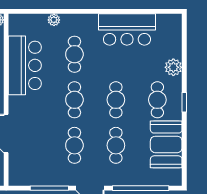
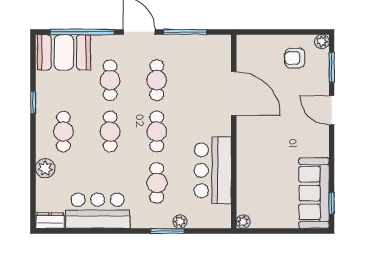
window: (65, 11) -> (167, 231), added
dresser: (169, 21) -> (50, 221), added
window: (184, 102) -> (33, 103), moved
booth: (166, 144) -> (64, 52), moved, turned 90

